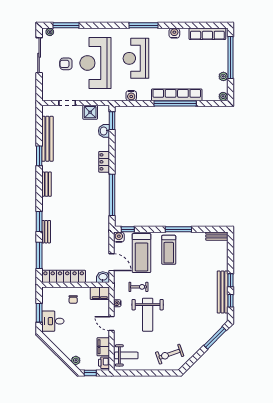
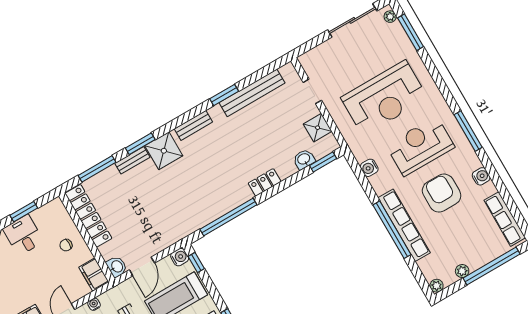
reception desk: (95, 63) -> (384, 98), turned 180
armchair: (66, 64) -> (442, 193), moved, width x1.88, depth x1.88
shower: (51, 210) -> (164, 151), added

